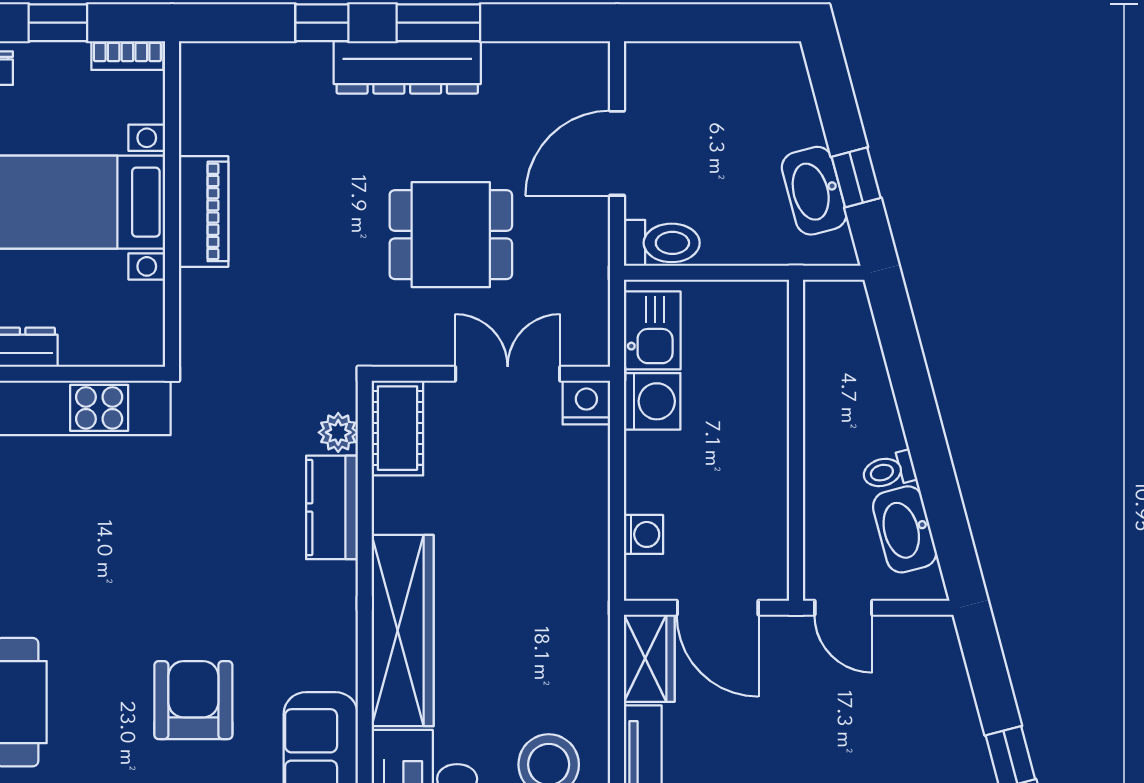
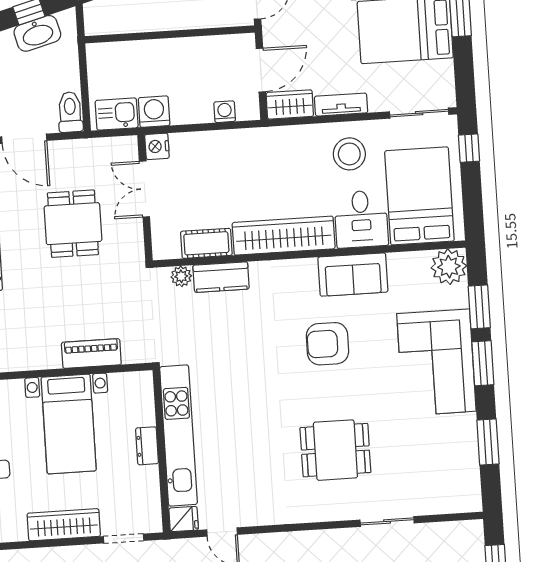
piano: (204, 211) -> (91, 354), moved
cot: (397, 428) -> (206, 243), moved

